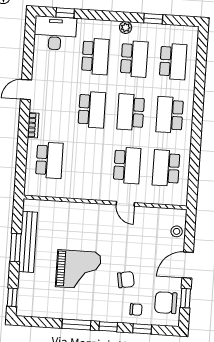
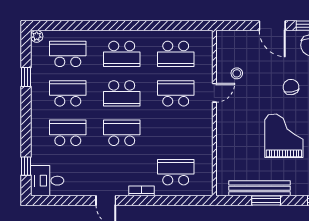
plant: (126, 27) -> (37, 36), moved
desk: (55, 33) -> (47, 181), width x0.73
stool: (177, 231) -> (237, 73), moved

